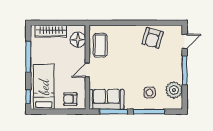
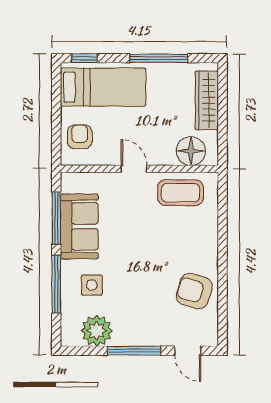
sofa: (106, 99) -> (79, 226), moved

